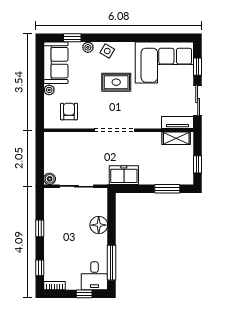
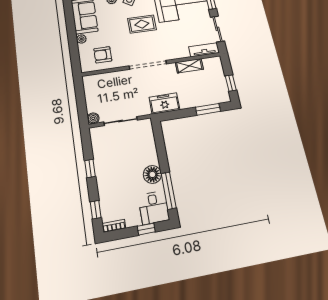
armchair: (69, 112) -> (103, 55), turned -90
shelving: (176, 138) -> (189, 66), moved
floor lamp: (99, 225) -> (152, 174), moved

